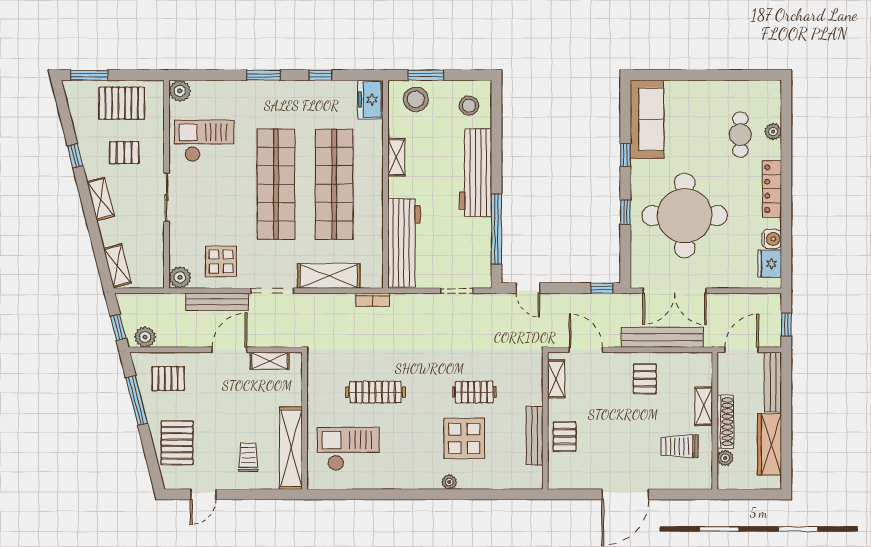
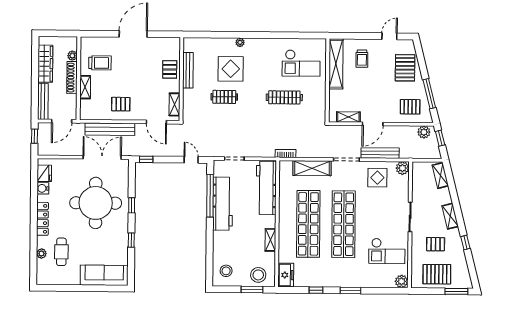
sofa: (647, 119) -> (104, 275), moved, turned 90
workbench: (476, 173) -> (223, 204), moved
pallet: (645, 379) -> (121, 104), turned 90

